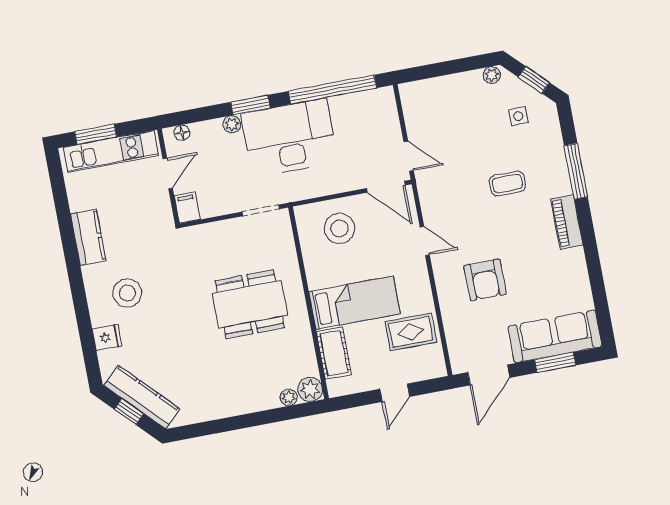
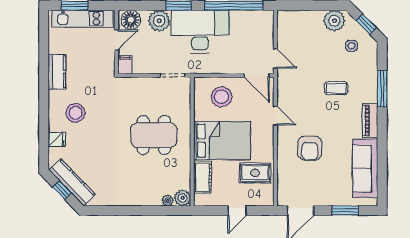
plant: (492, 75) -> (334, 21), width x1.88, depth x1.88
plant: (232, 124) -> (159, 21), width x1.87, depth x1.87
floor lamp: (182, 133) -> (131, 20), width x1.89, depth x1.89
bed: (355, 303) -> (222, 141), width x1.50
sofa: (555, 336) -> (365, 168), moved, turned -90

